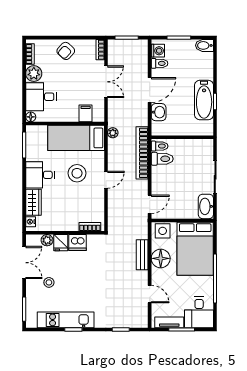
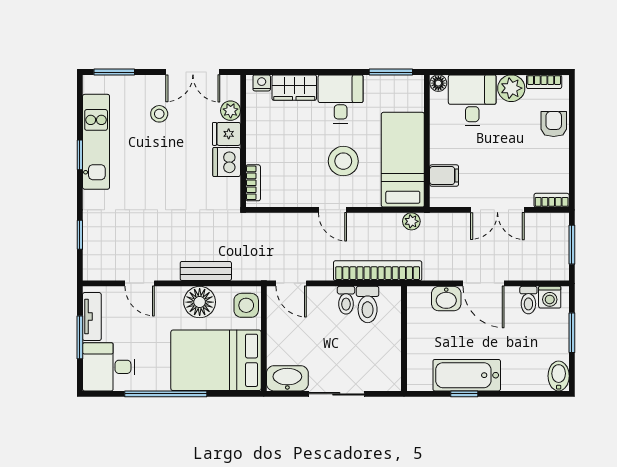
armchair: (66, 51) -> (554, 124), moved, turned 48
toilet: (160, 146) -> (346, 300), moved
door: (150, 294) -> (140, 283), hinge flipped

